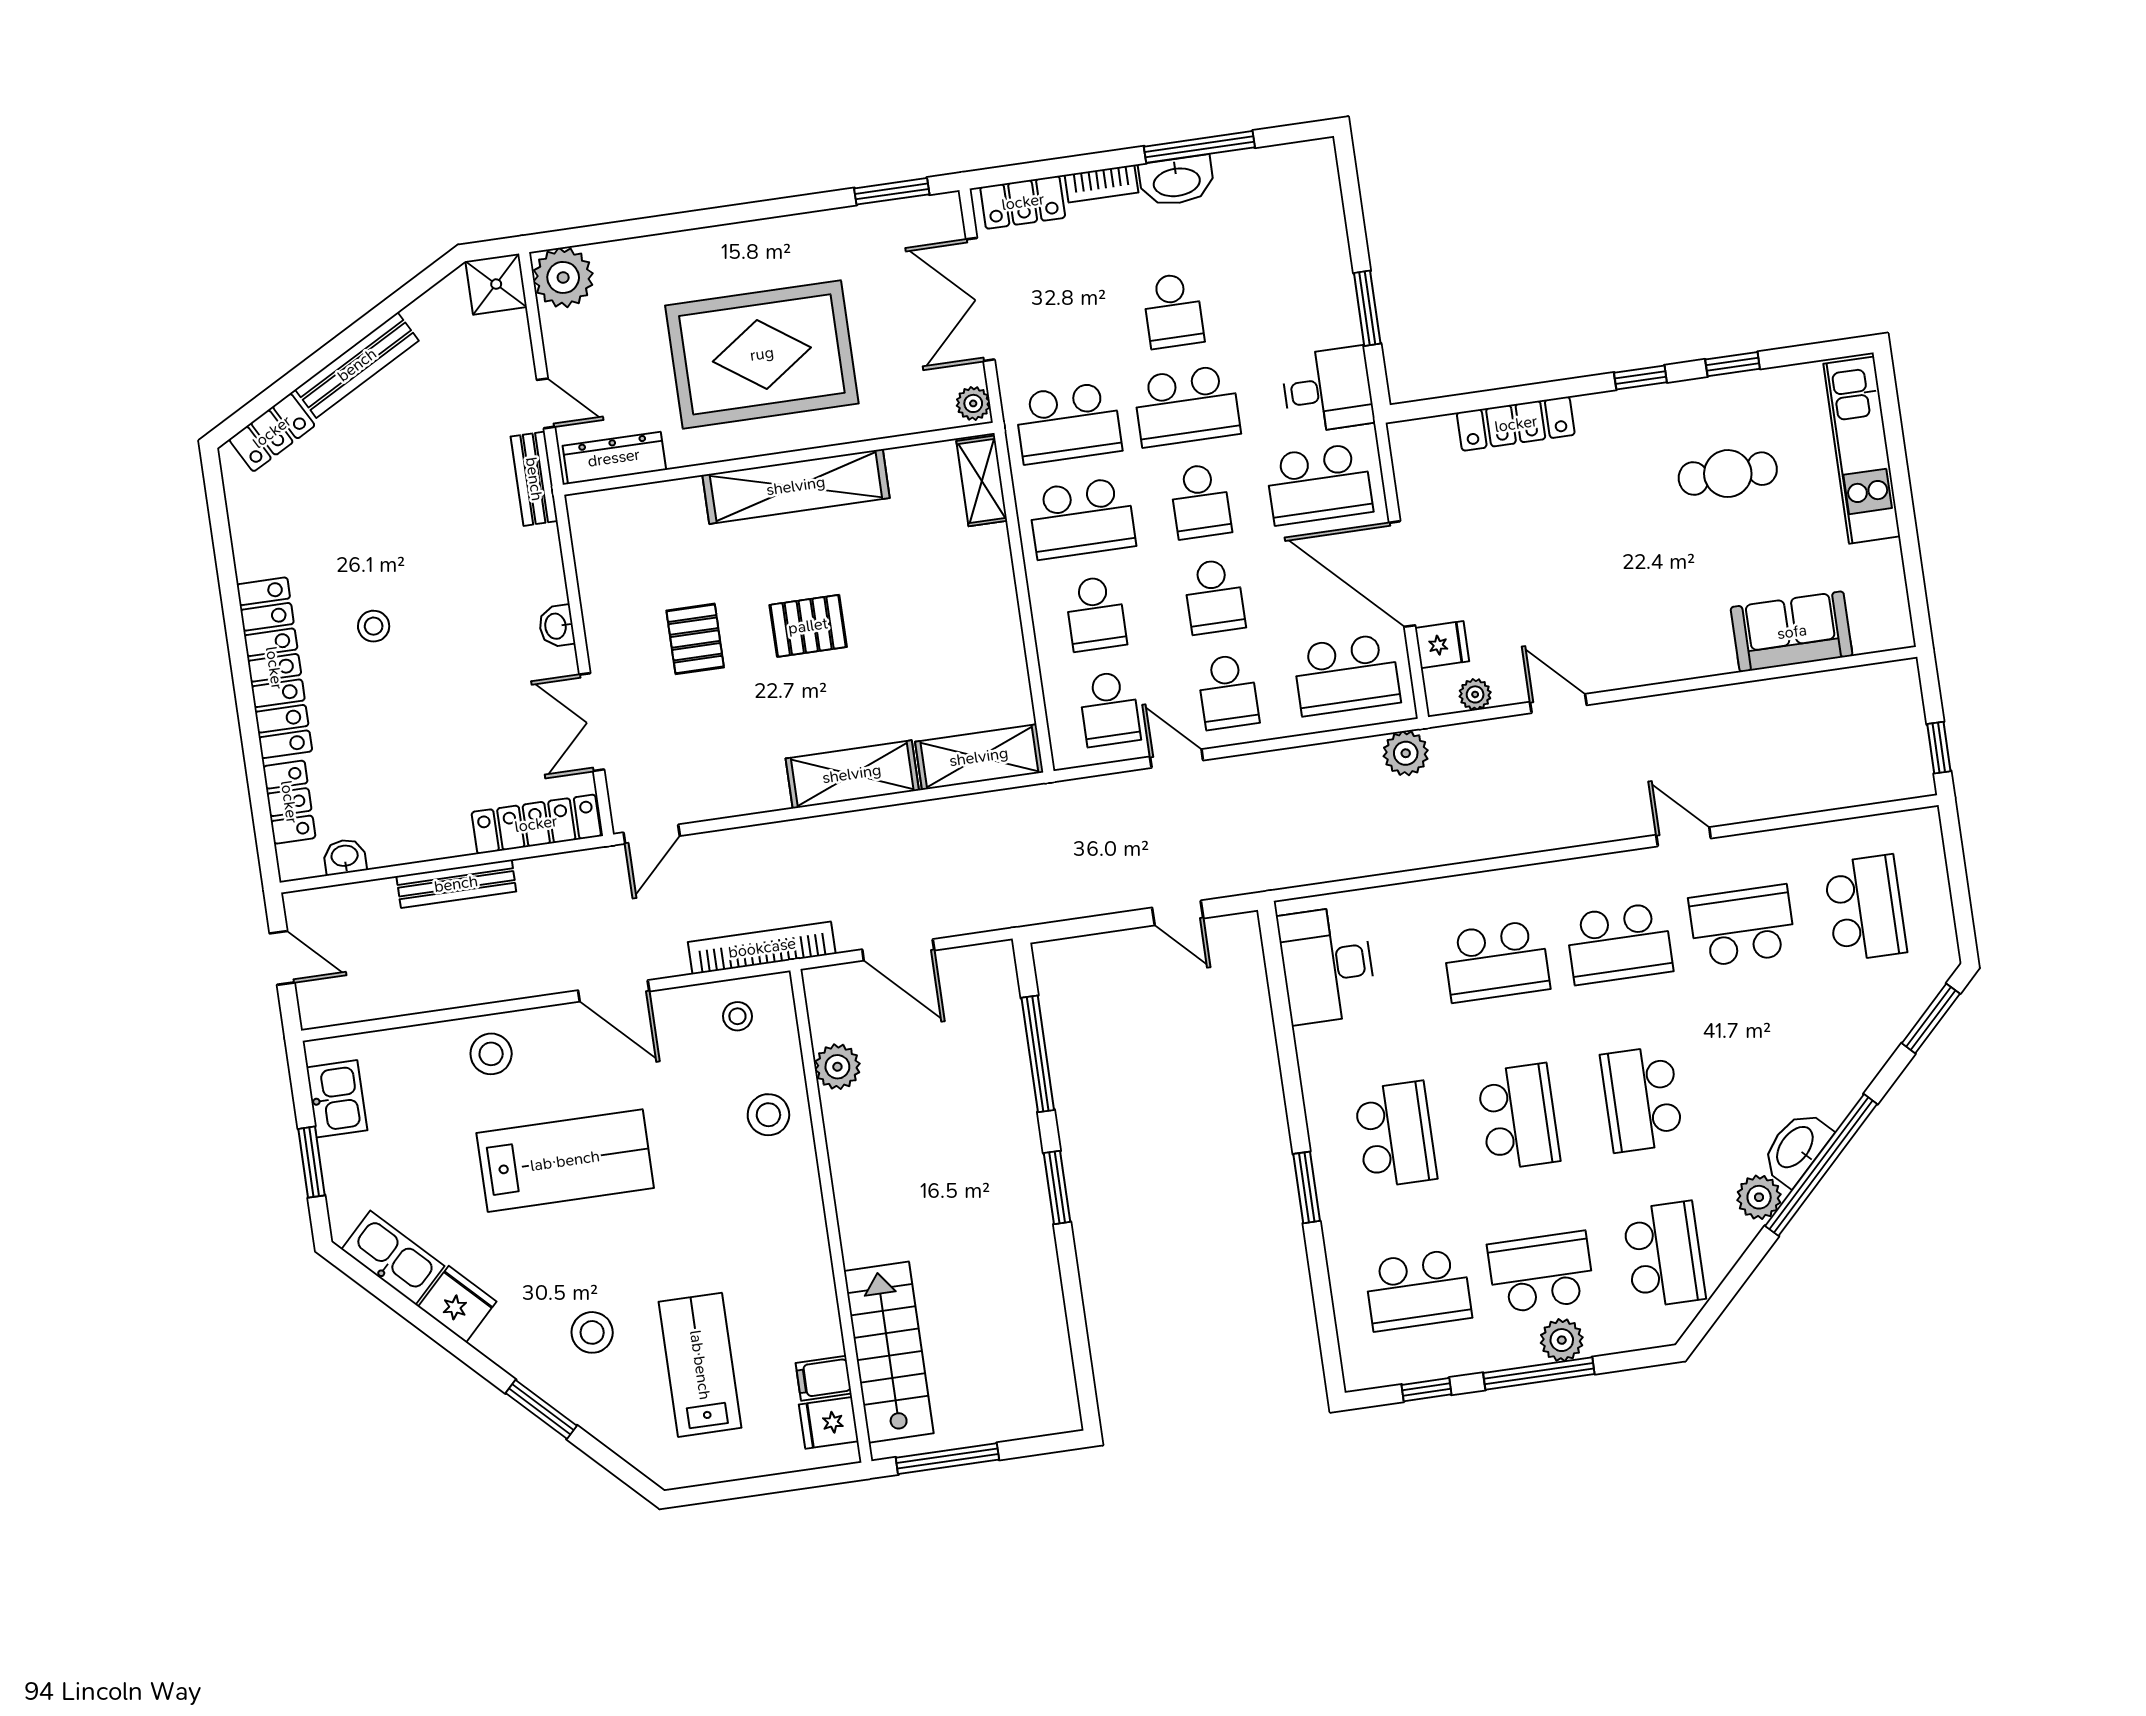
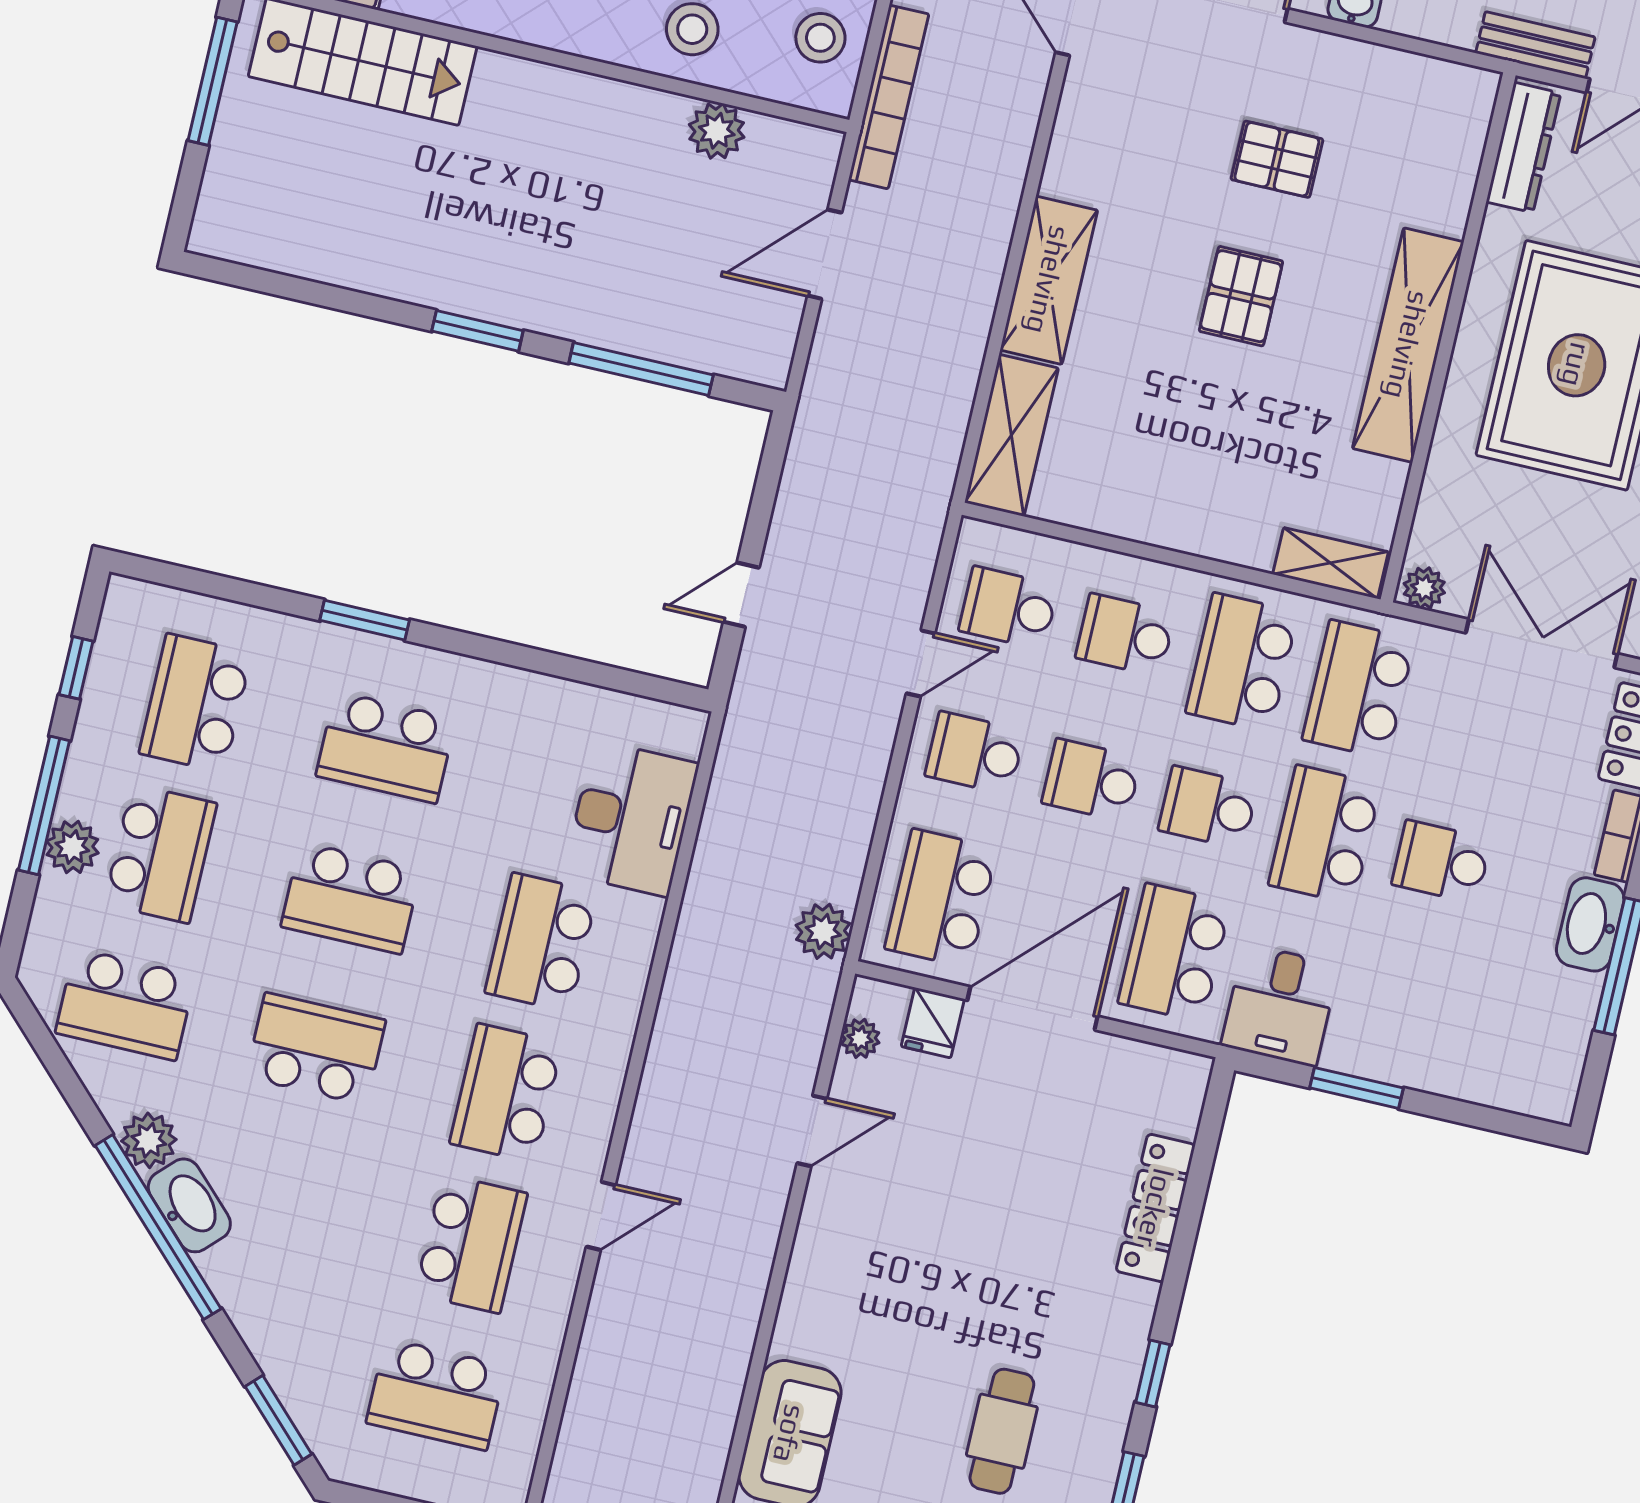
desk: (1327, 965) -> (631, 818), moved, turned 90
stool: (737, 1016) -> (820, 38), width x1.37, depth x1.37

